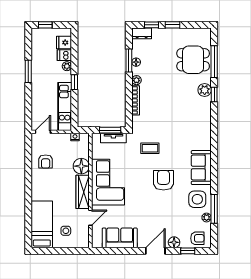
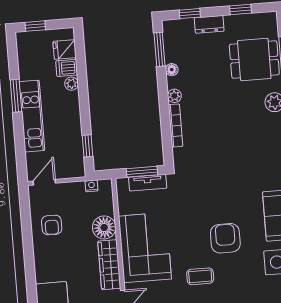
window: (173, 25) -> (241, 10), moved
dresser: (142, 33) -> (209, 24), moved
window: (129, 61) -> (160, 49), moved
window: (74, 82) -> (88, 146), moved
kitchen unit: (65, 107) -> (32, 116), moved, turned 180
coffee table: (150, 148) -> (200, 276), moved

